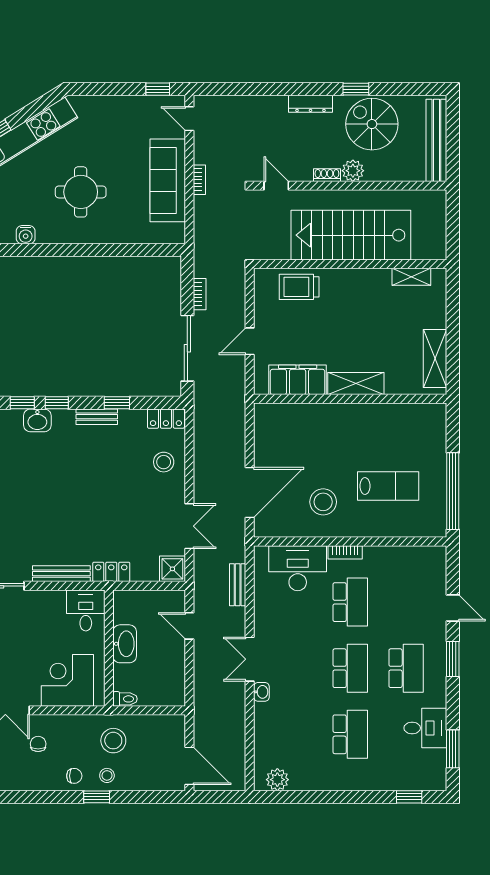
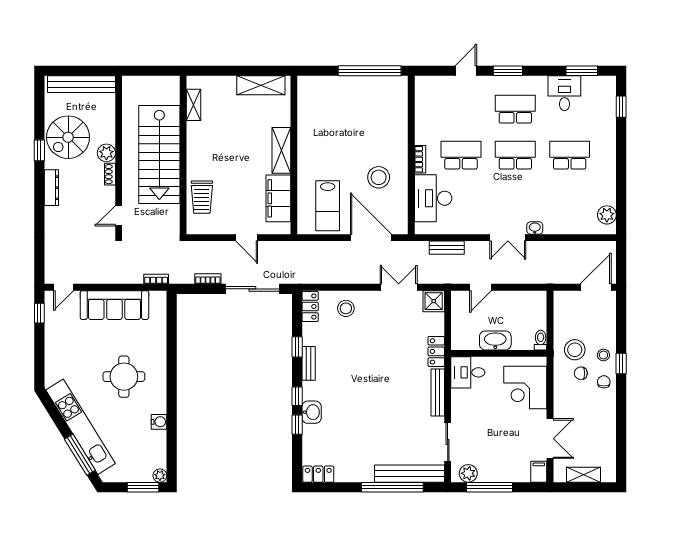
bookcase: (199, 180) -> (156, 279), moved
lab bench: (388, 486) -> (328, 206), moved, turned 180
chair: (38, 744) -> (581, 373), moved

